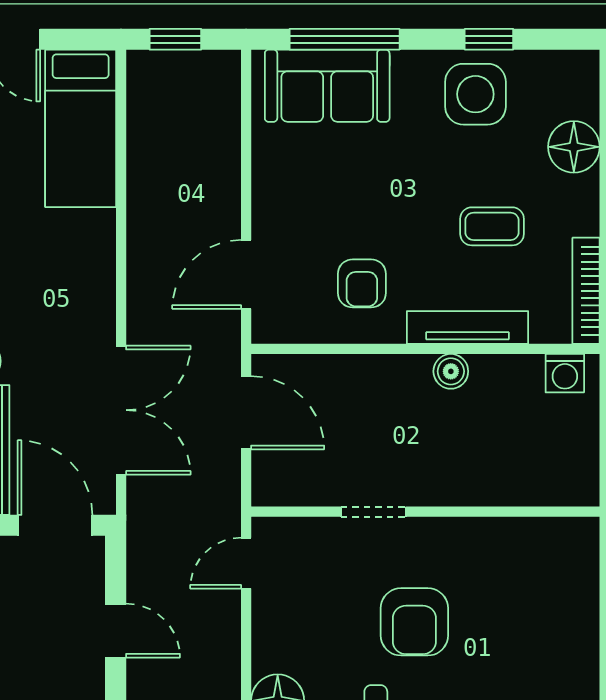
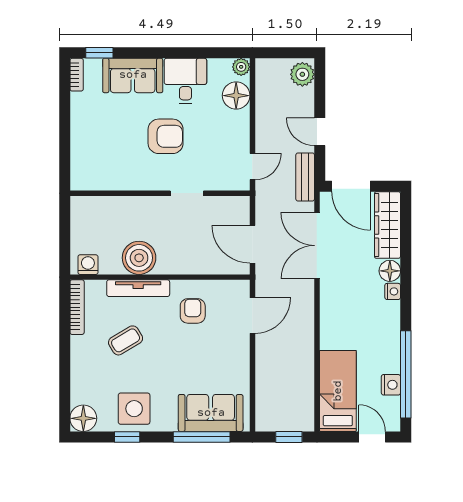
floor lamp: (574, 147) -> (83, 418), moved
coffee table: (492, 226) -> (126, 340), turned -31
boiler: (451, 371) -> (139, 258), width x1.86, depth x1.86
bench: (144, 543) -> (305, 177), added
armchair: (414, 622) -> (166, 136), turned 90

